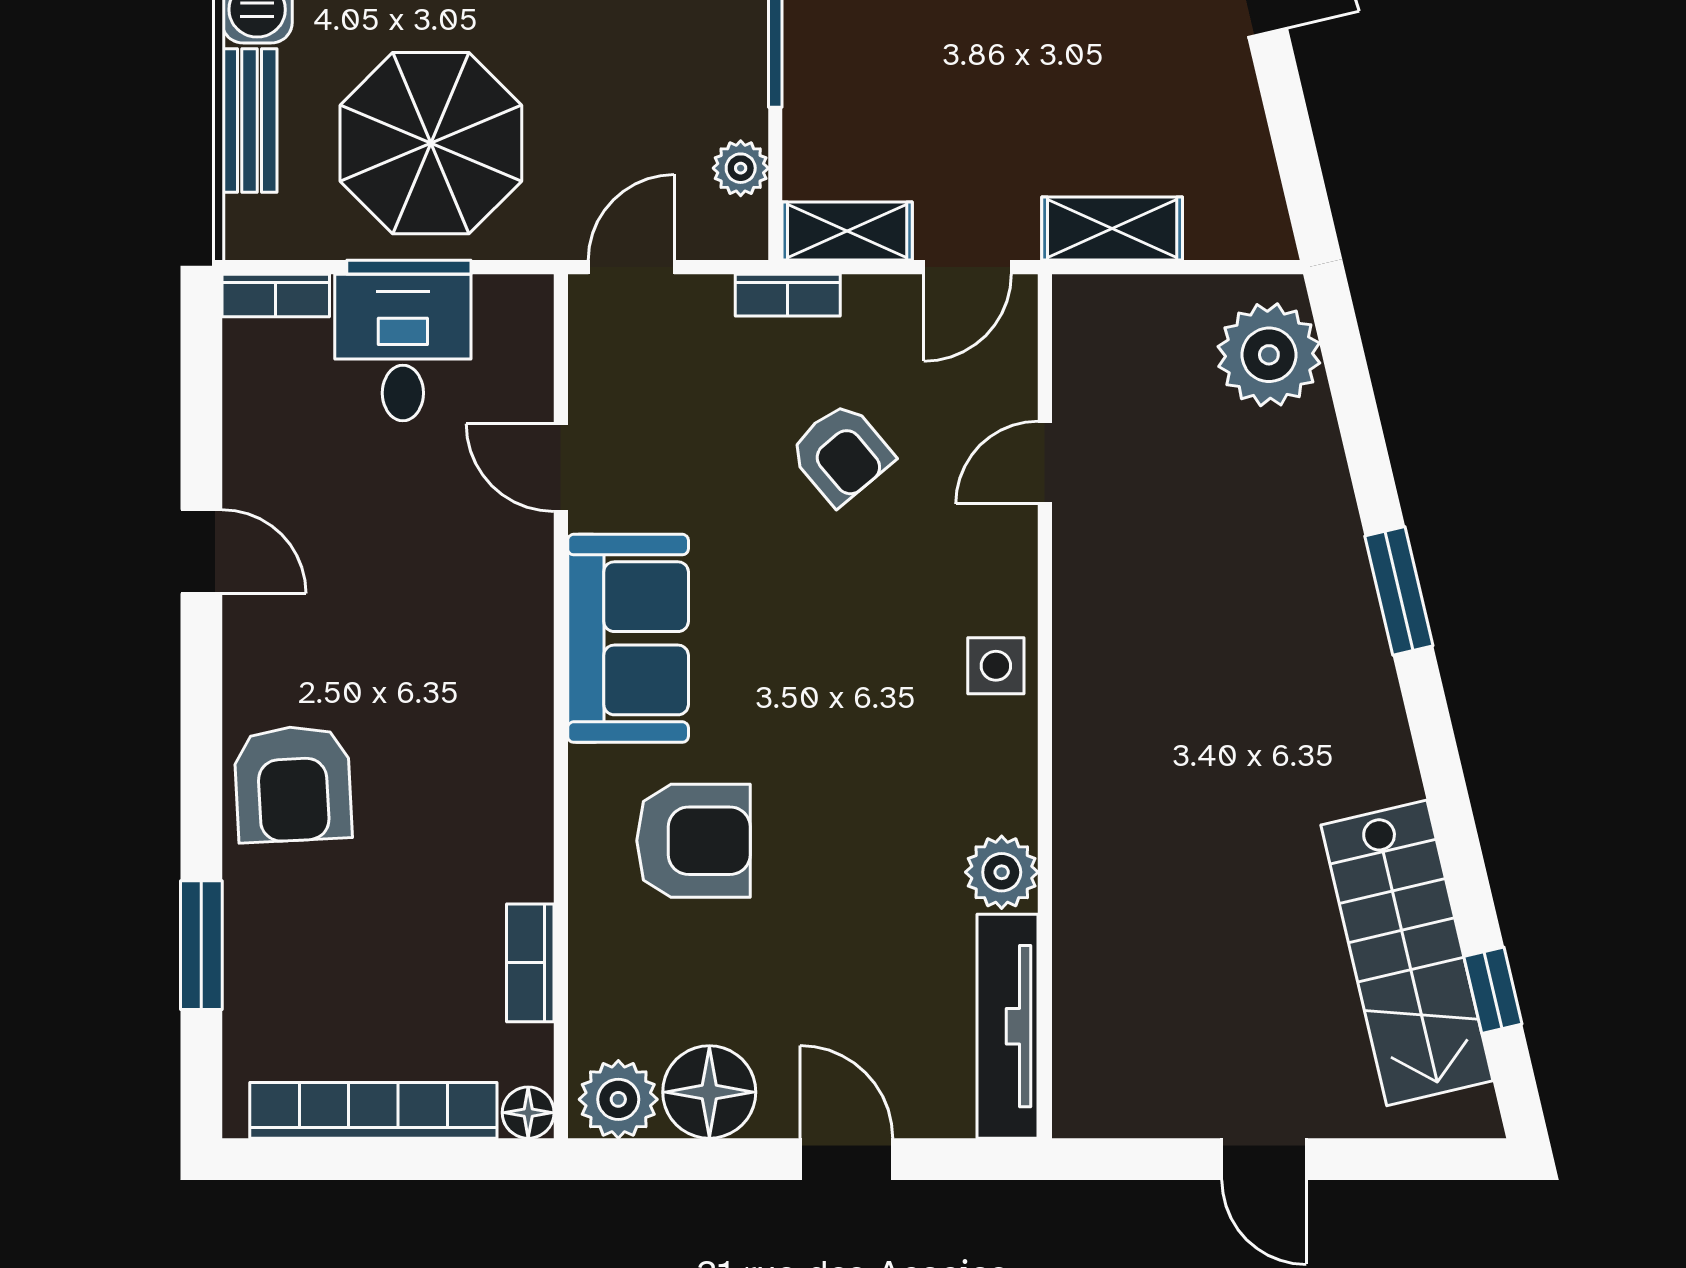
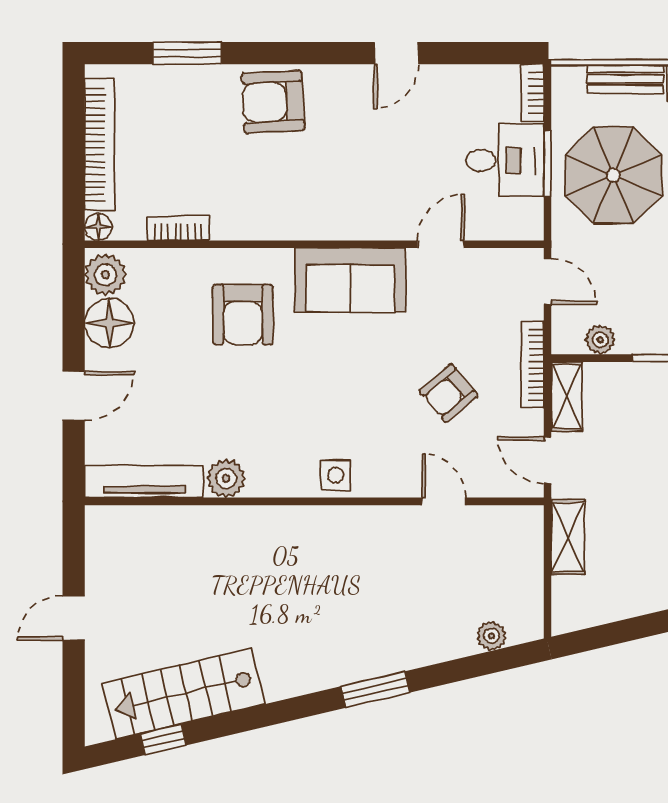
bookcase: (788, 295) -> (533, 365), width x1.56
plant: (1269, 355) -> (491, 636), width x0.53, depth x0.53

